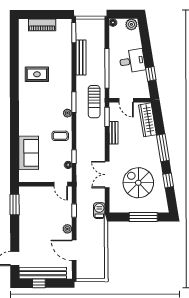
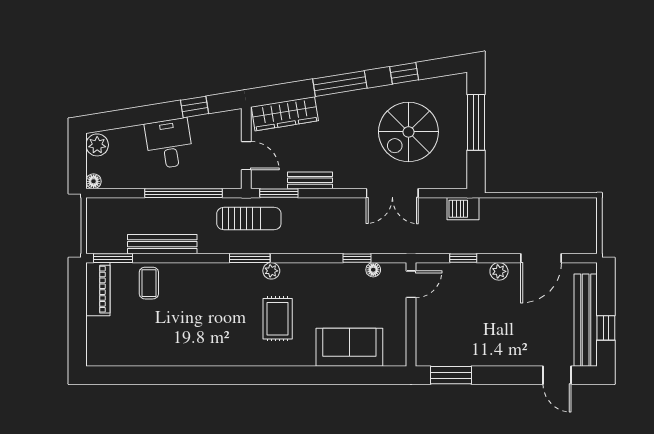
piano: (42, 25) -> (98, 289), moved
rug: (37, 74) -> (278, 319), moved
door: (126, 100) -> (246, 156), hinge flipped
coffee table: (60, 136) -> (149, 283), moved

